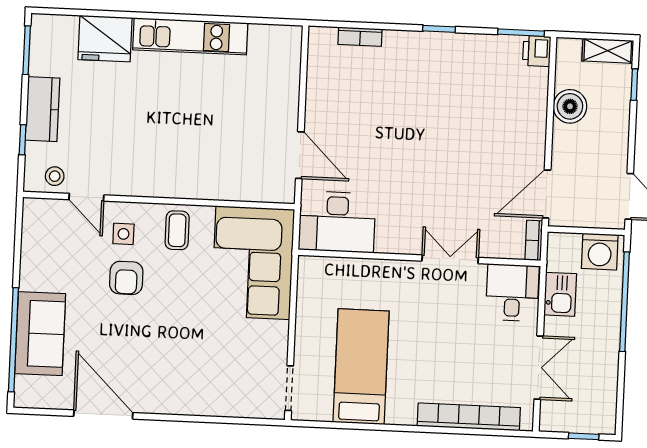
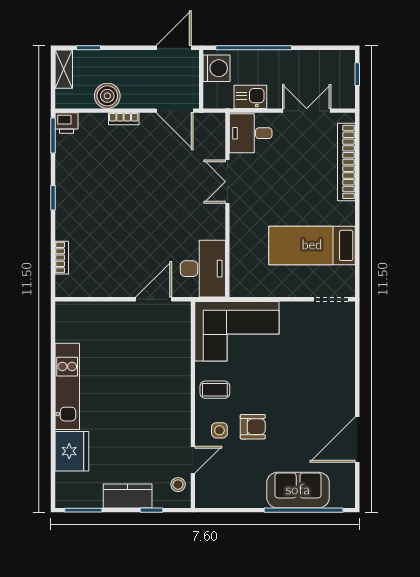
bookcase: (534, 240) -> (124, 119), moved

